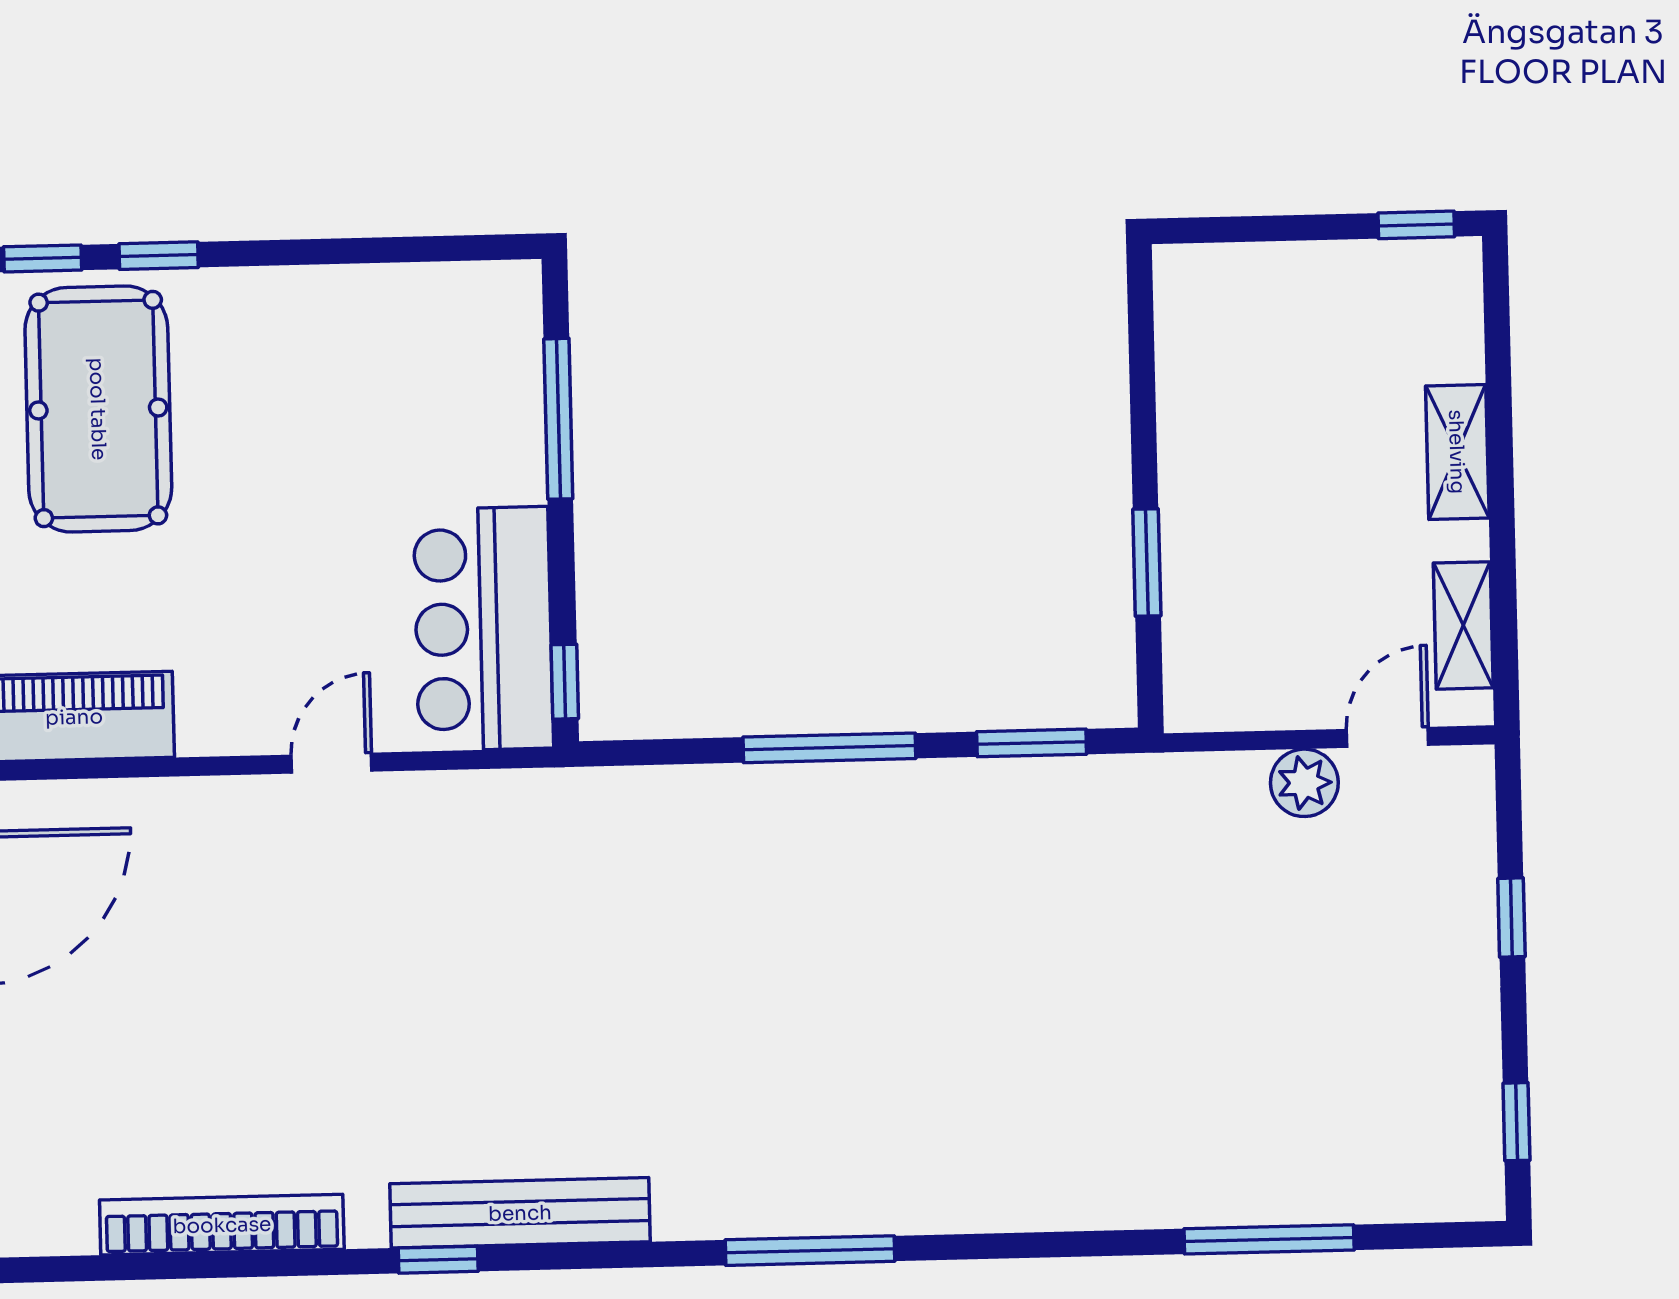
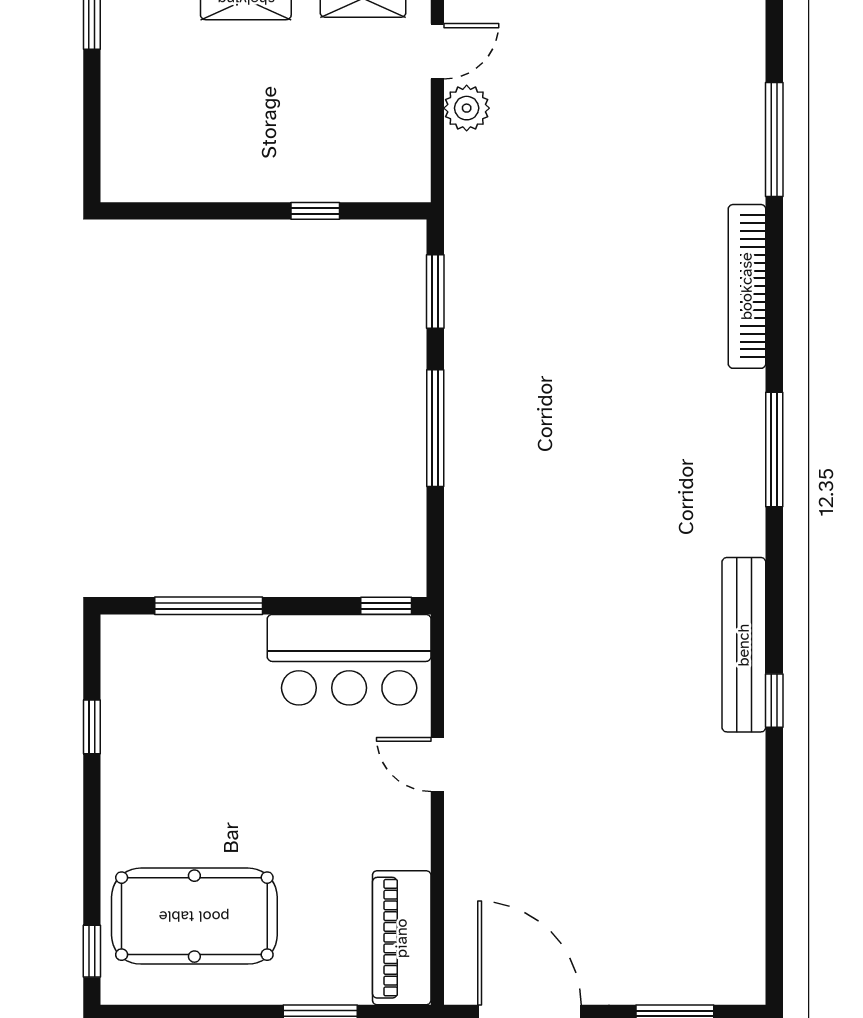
window: (159, 256) -> (92, 727), moved
window: (1147, 562) -> (315, 211), width x0.67
door: (1387, 737) -> (437, 51), swing flipped
bookcase: (222, 1225) -> (747, 286), moved

